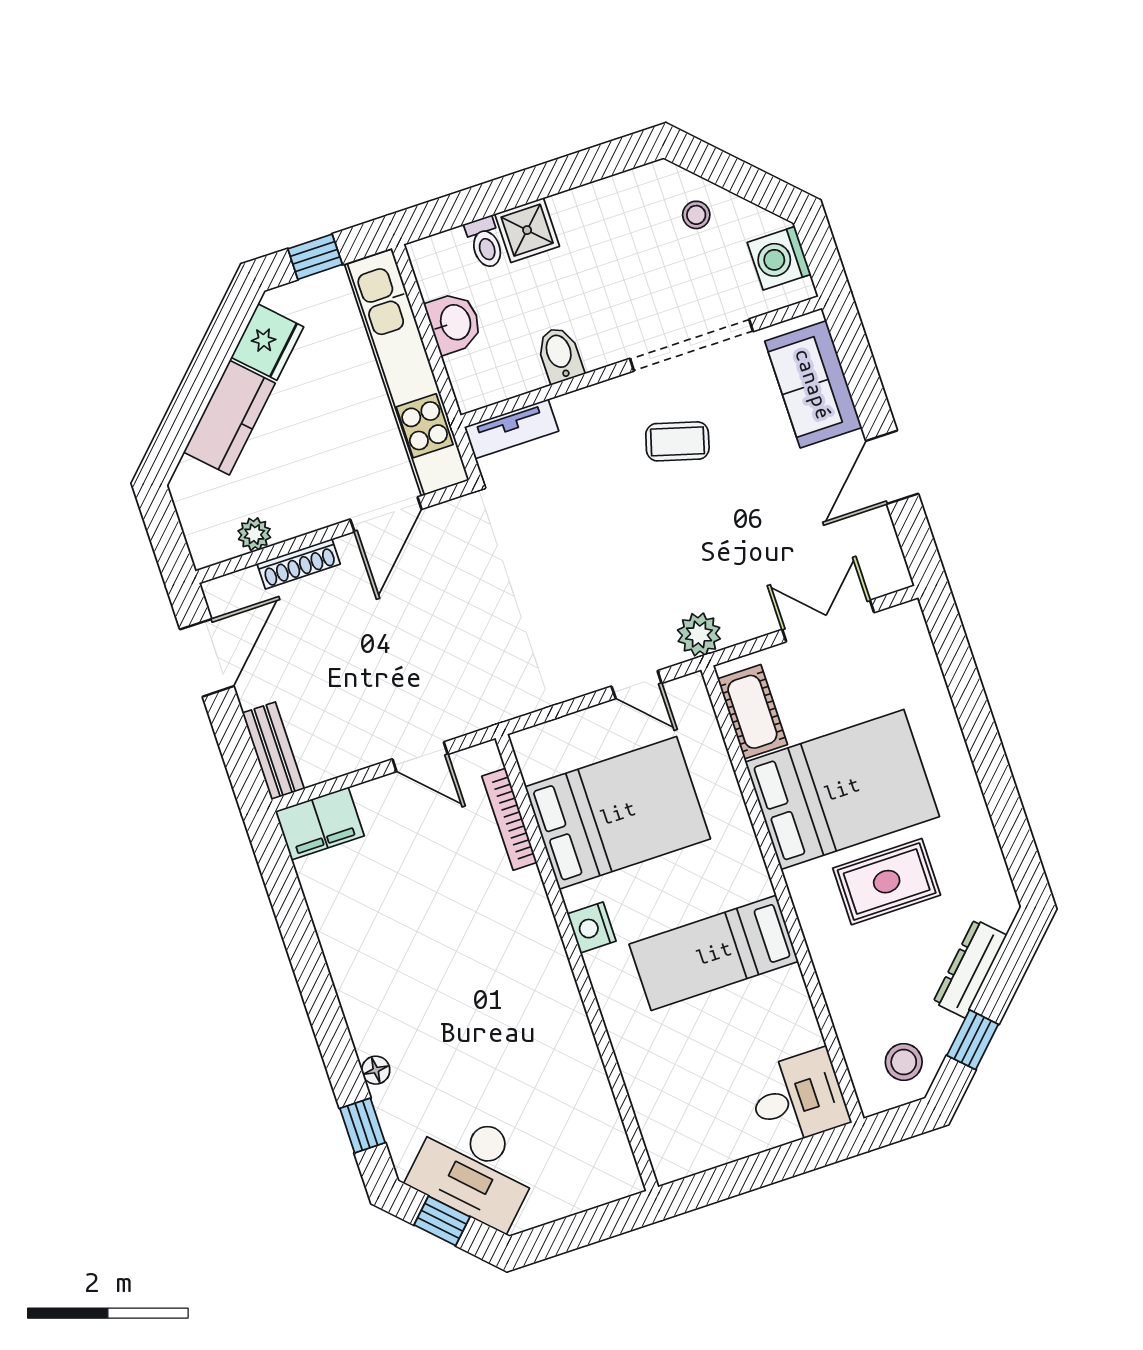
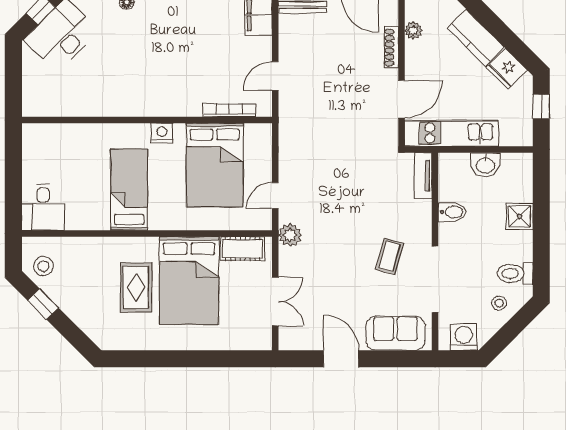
toilet: (485, 243) -> (515, 273), moved, width x1.37, depth x1.39
kitchen unit: (407, 373) -> (451, 133), width x0.73
door: (386, 514) -> (401, 99), swing flipped
dresser: (970, 969) -> (79, 314), removed

